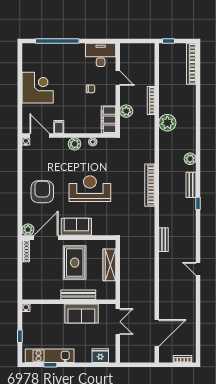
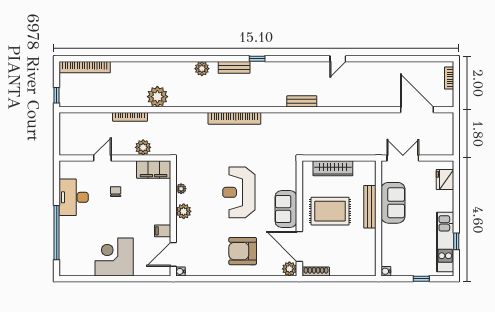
desk: (101, 55) -> (74, 197), moved

